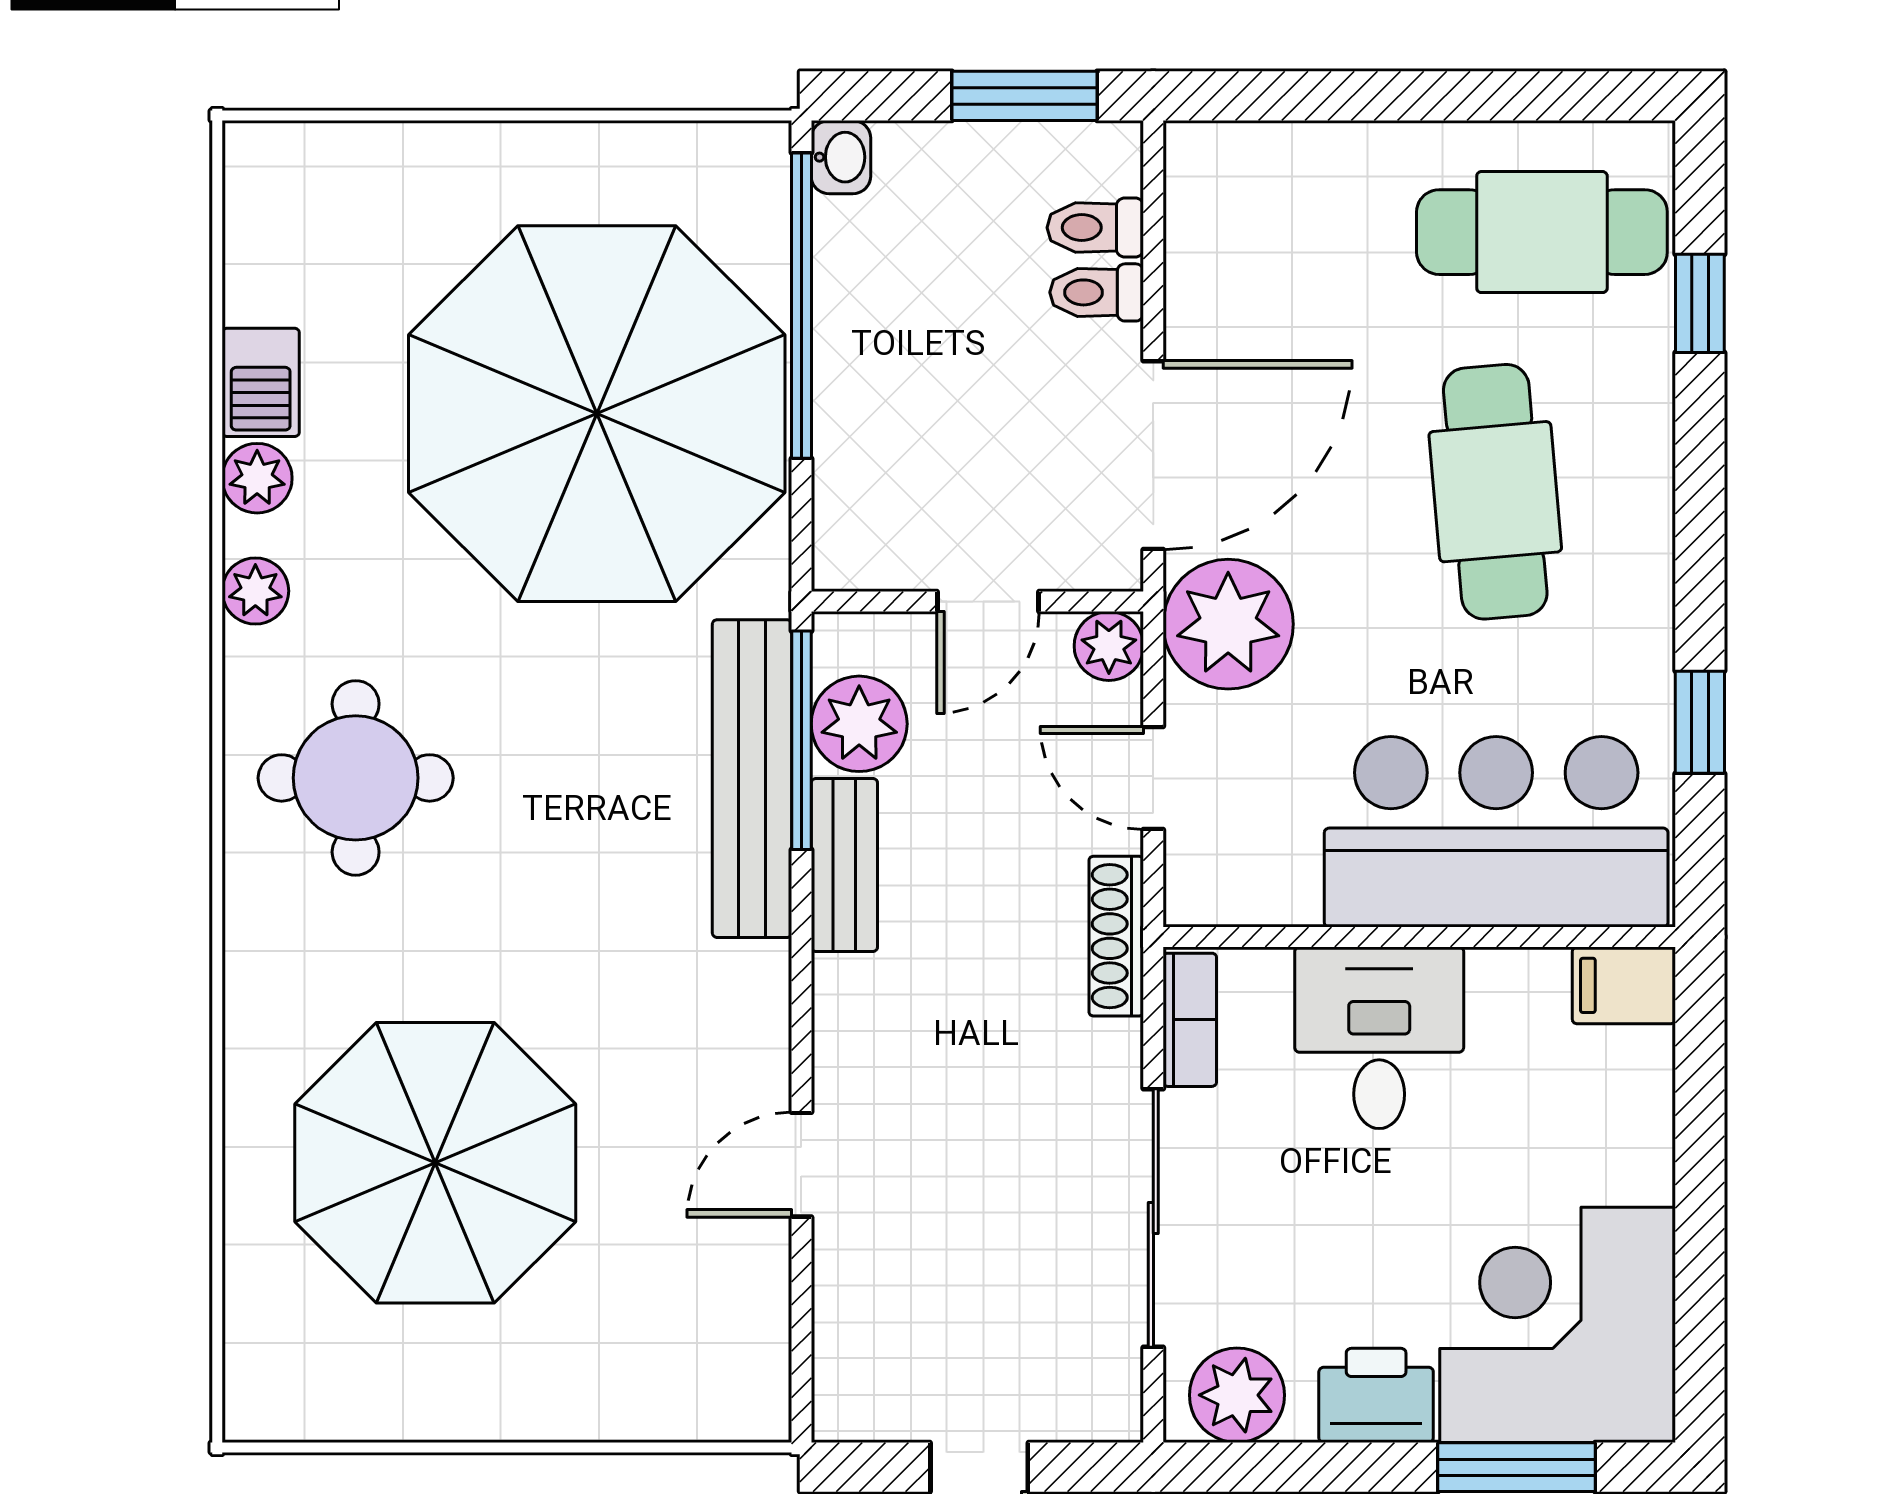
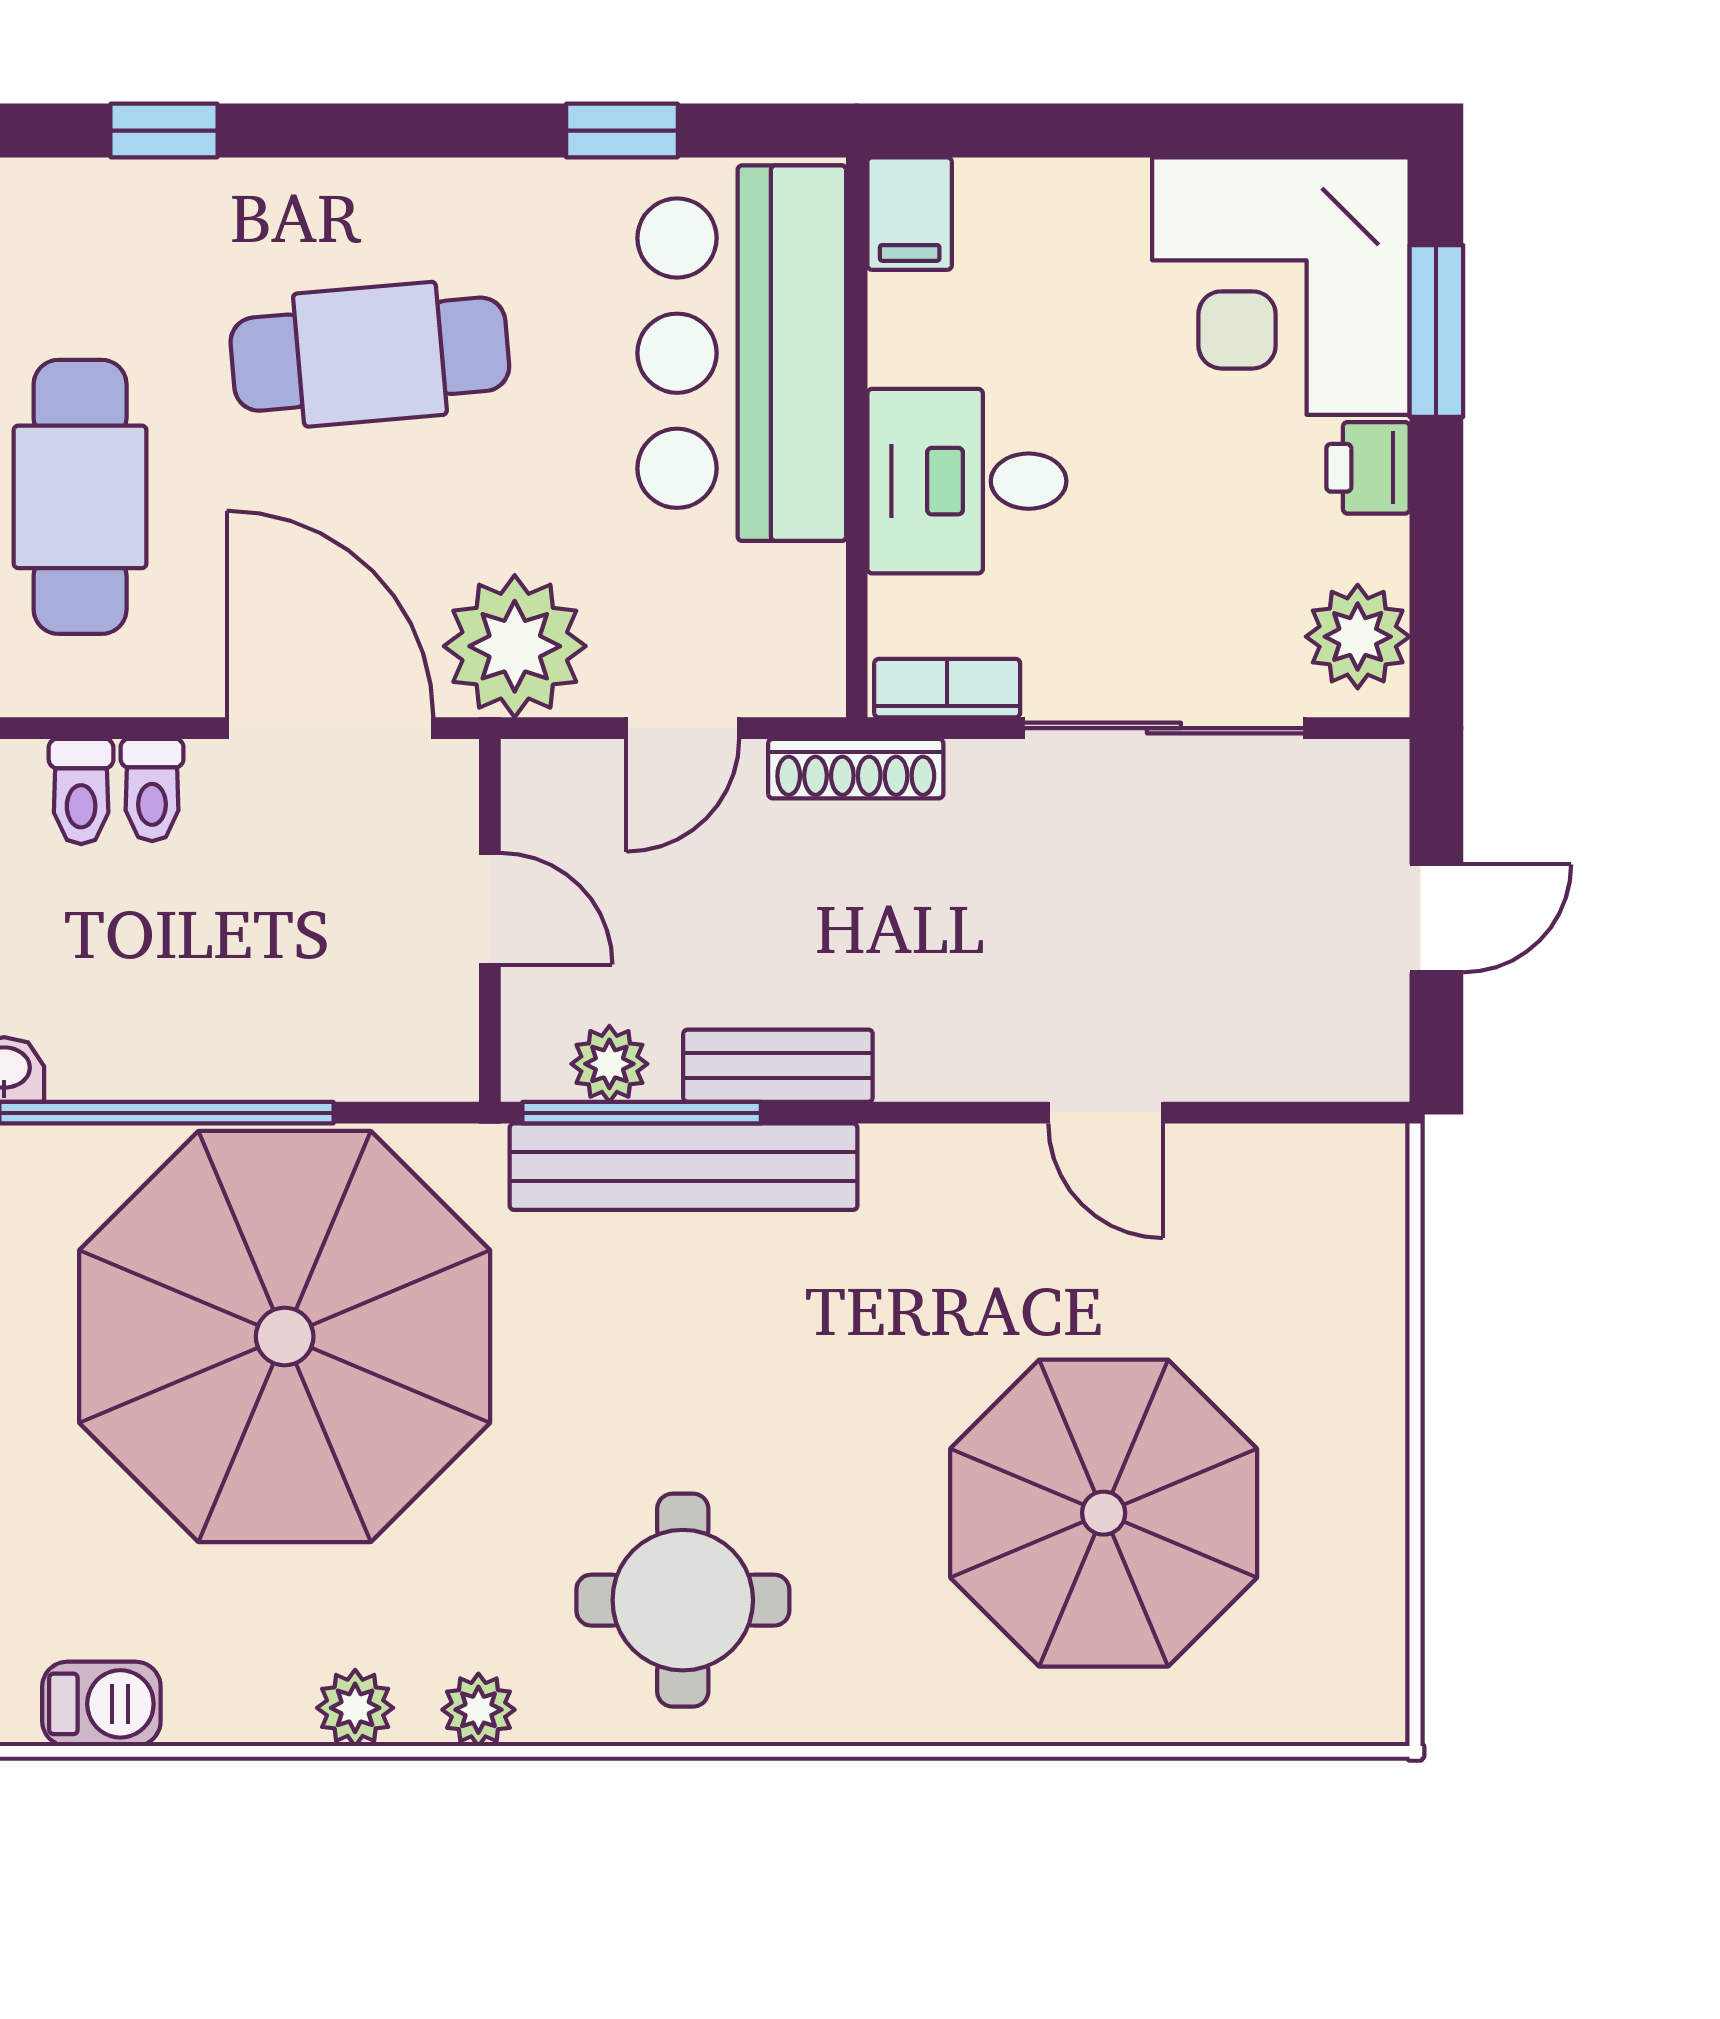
cafe table: (1542, 232) -> (80, 497), moved
barbecue: (261, 382) -> (101, 1704), moved
plant: (1109, 646) -> (539, 777), removed
plant: (859, 724) -> (609, 1064), width x0.73, depth x0.73
printer: (1376, 1395) -> (1368, 468), width x0.73, depth x0.81

